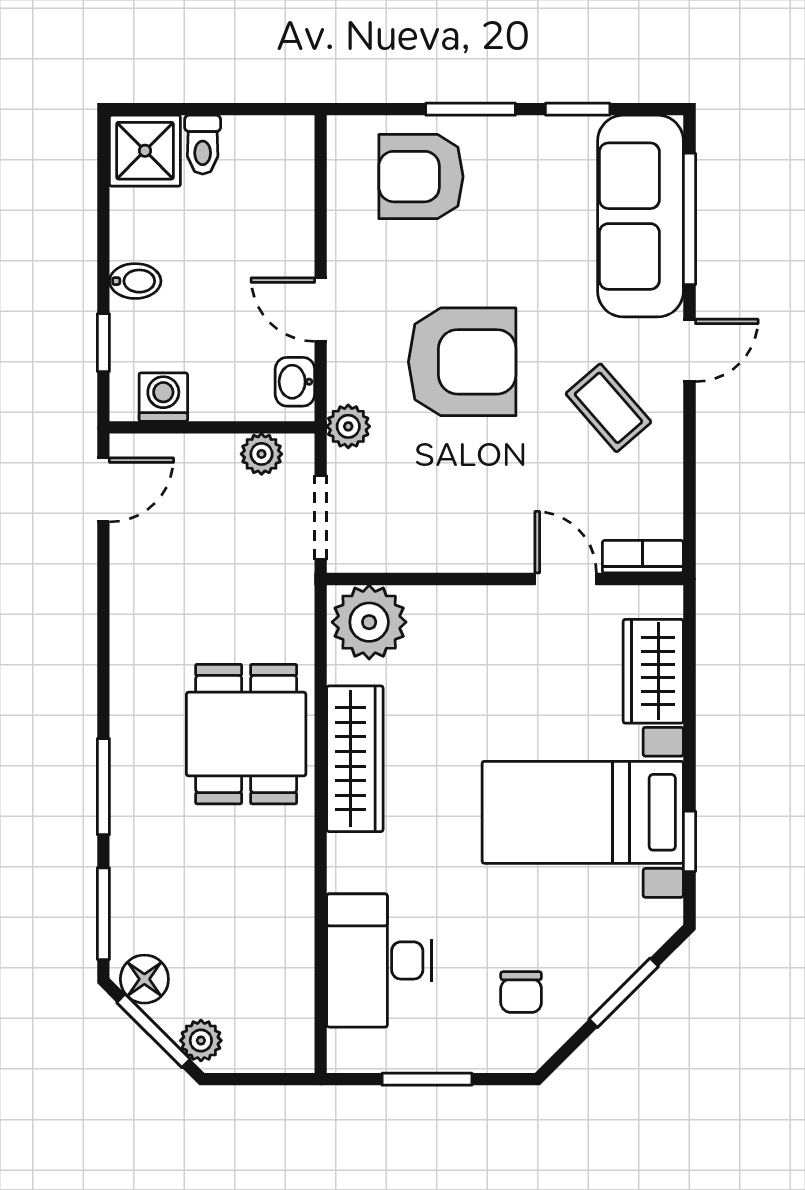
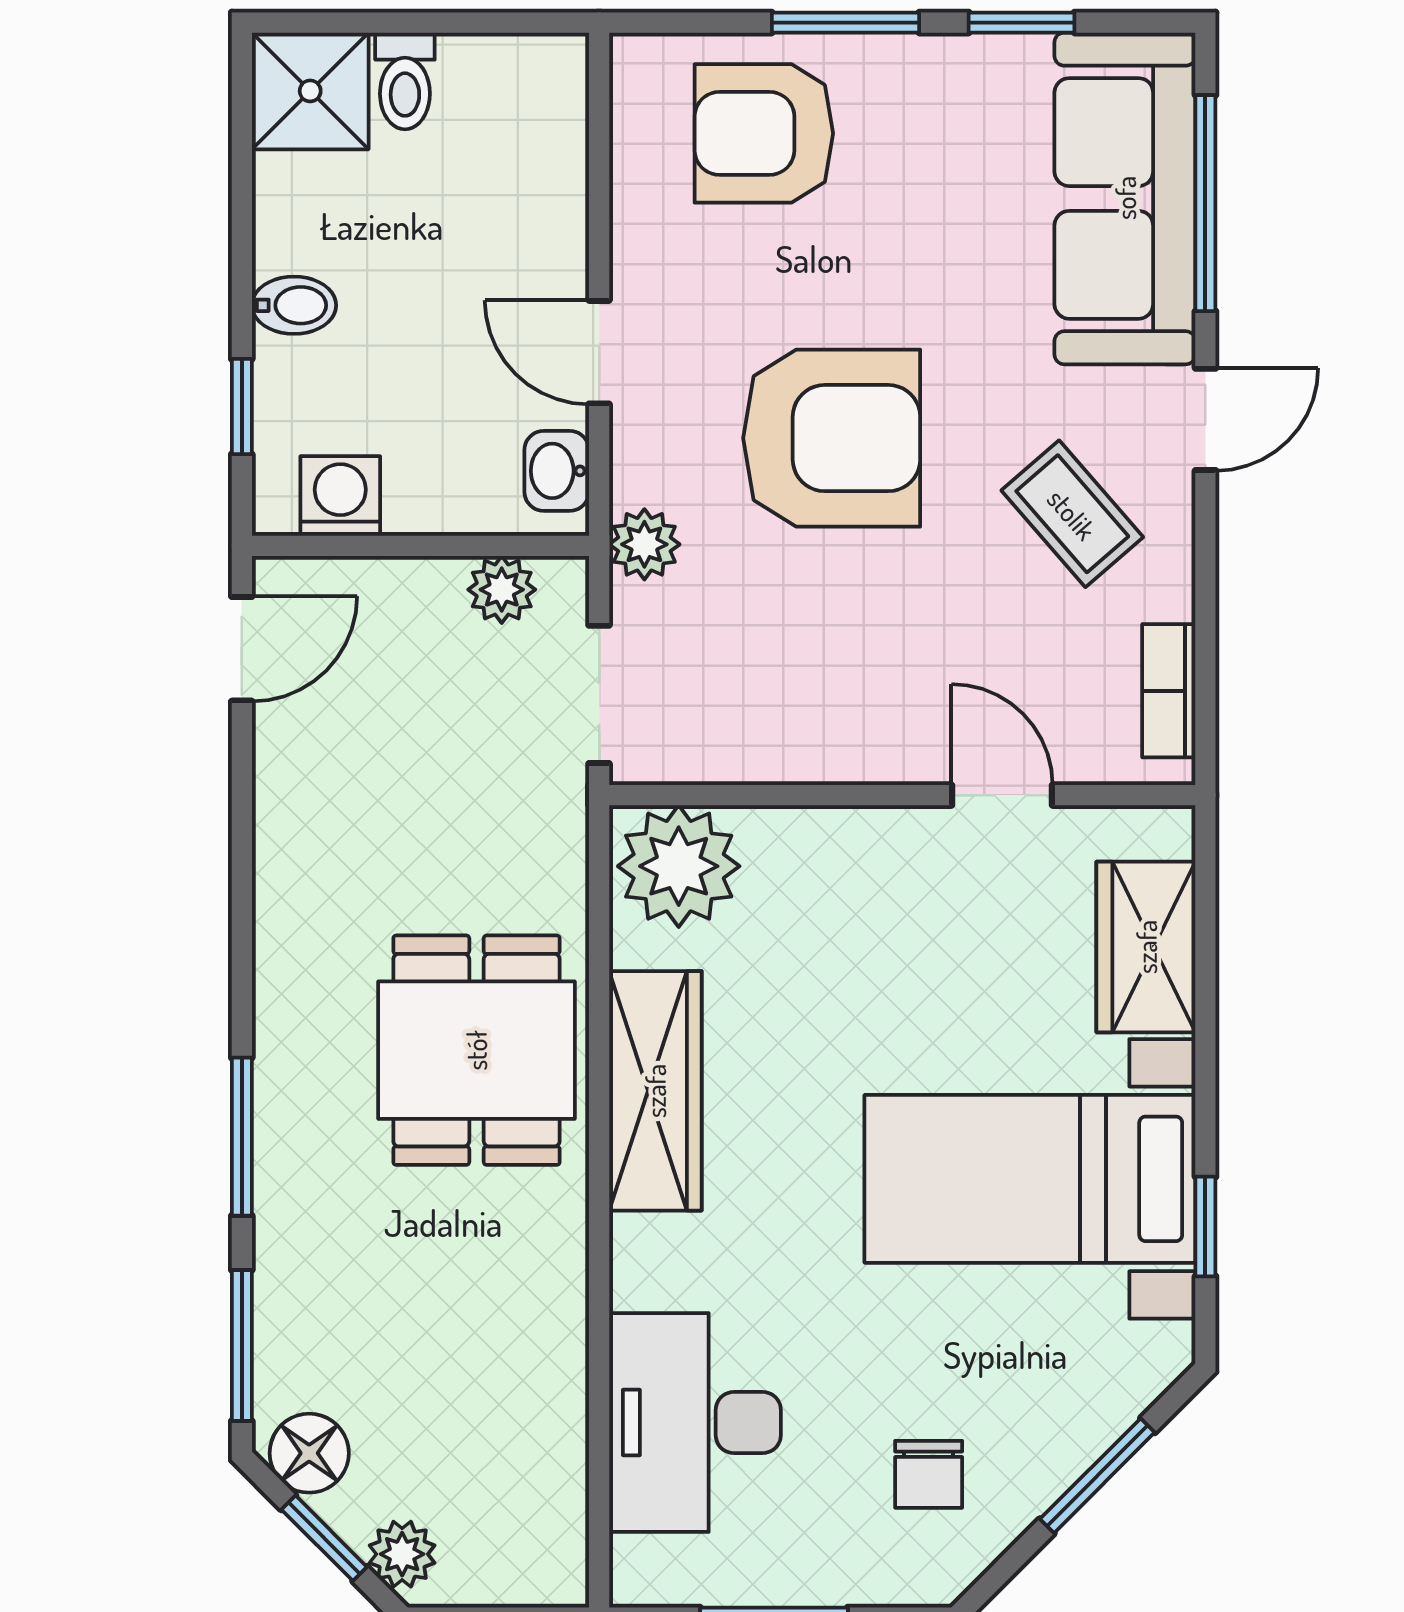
bookcase: (643, 557) -> (1169, 691), moved, turned -90
window: (154, 1031) -> (324, 1538), width x0.67

